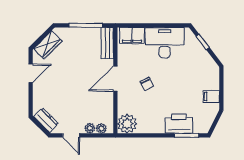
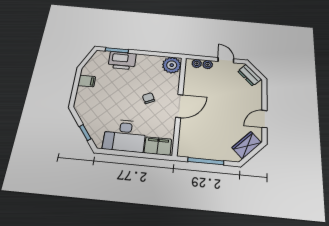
bench: (107, 43) -> (184, 141), removed

